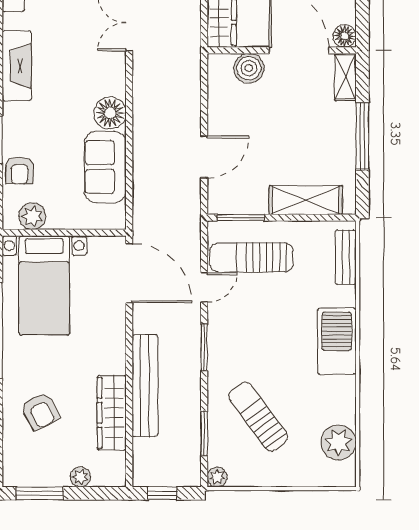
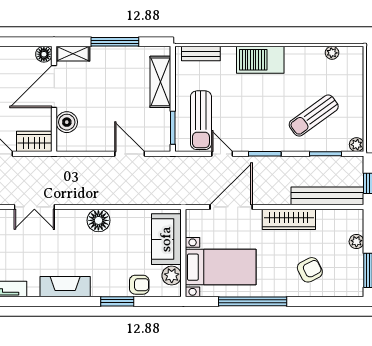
sofa: (105, 167) -> (166, 239), moved, turned 90
door: (129, 273) -> (231, 207), moved
bench: (145, 386) -> (327, 196), moved
wardrobe: (112, 413) -> (289, 219), moved
plant: (338, 442) -> (332, 53), width x0.53, depth x0.53

